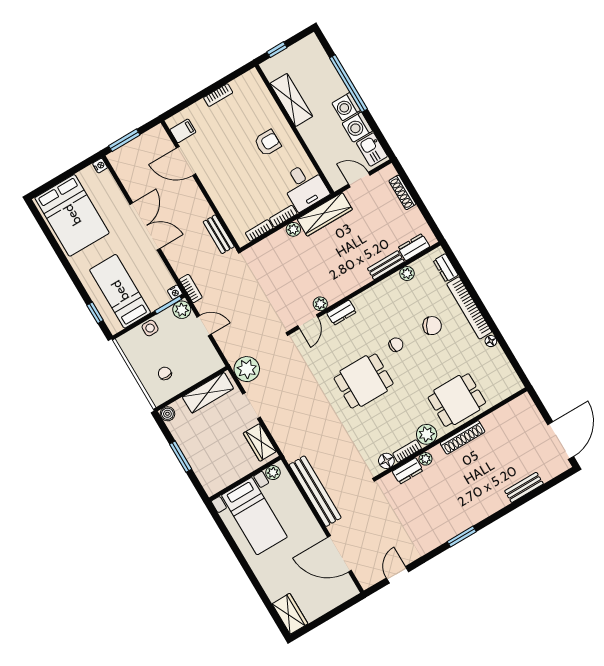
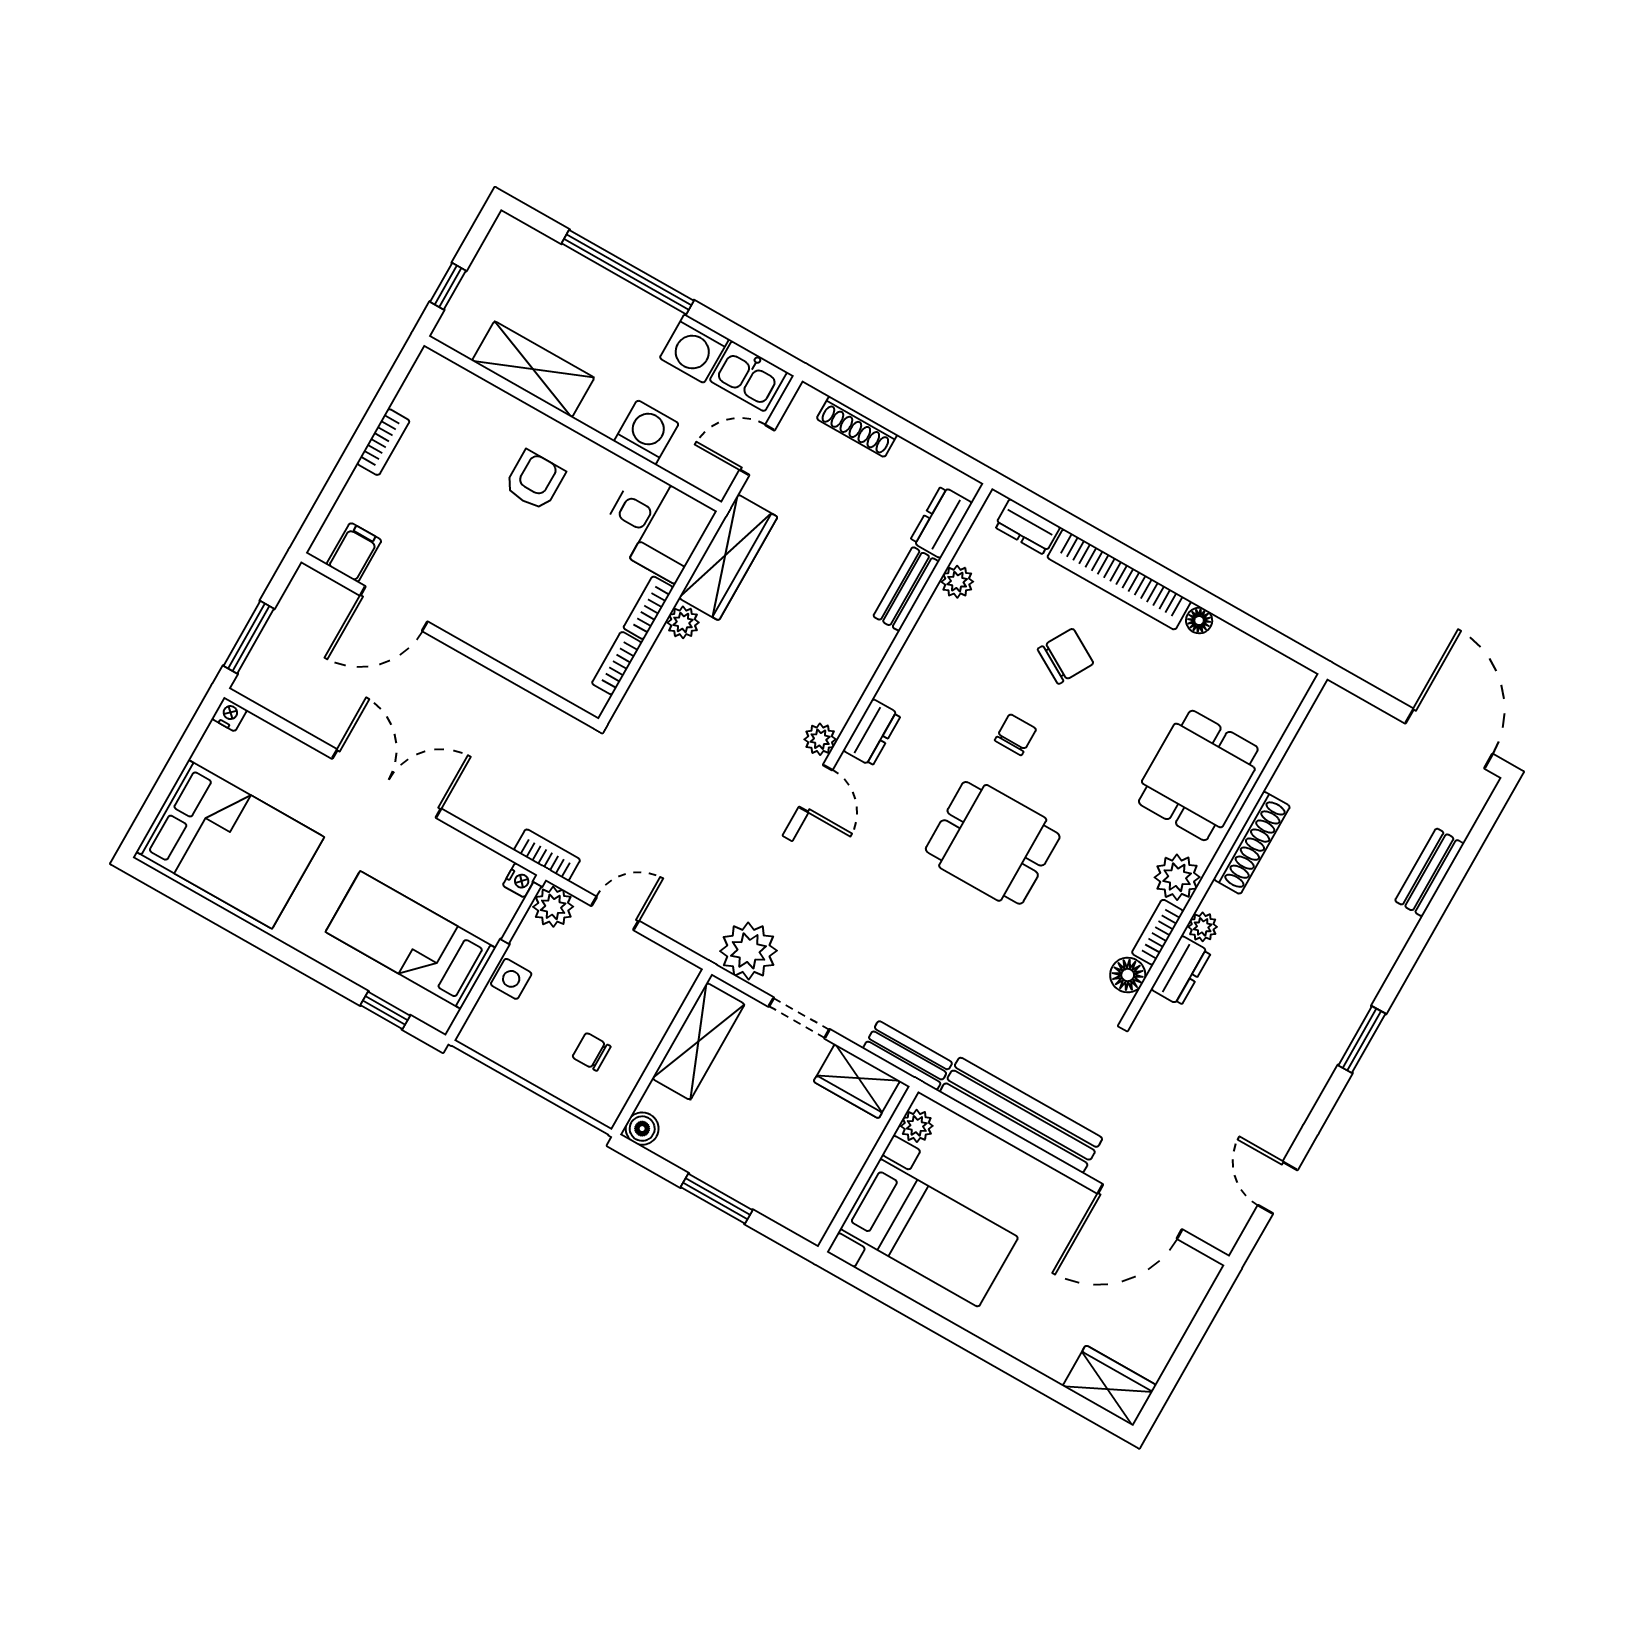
washing machine: (346, 107) -> (646, 432), moved, turned 180
bench: (219, 234) -> (908, 1055), moved
dining table: (364, 381) -> (993, 843), turned 90

